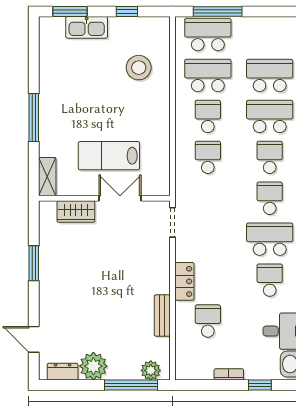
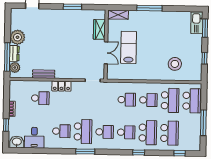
window: (218, 12) -> (203, 123), moved
kitchen sink: (87, 27) -> (197, 23), moved
dresser: (63, 372) -> (14, 53), moved

